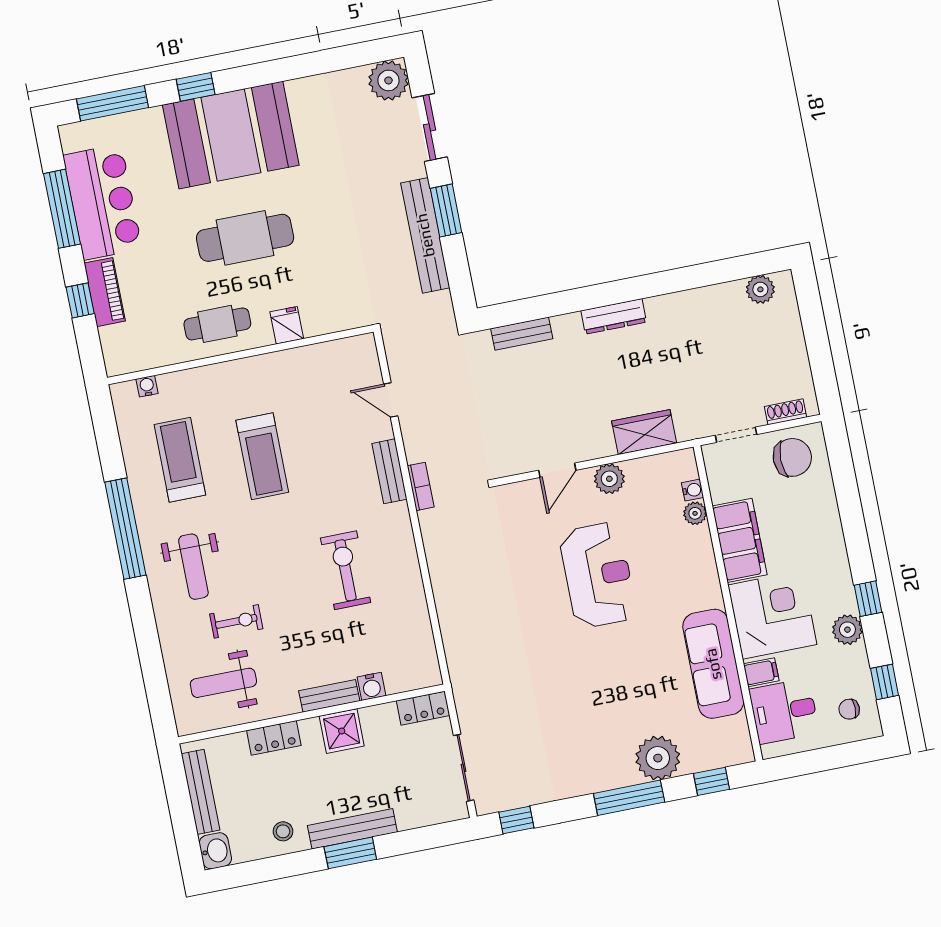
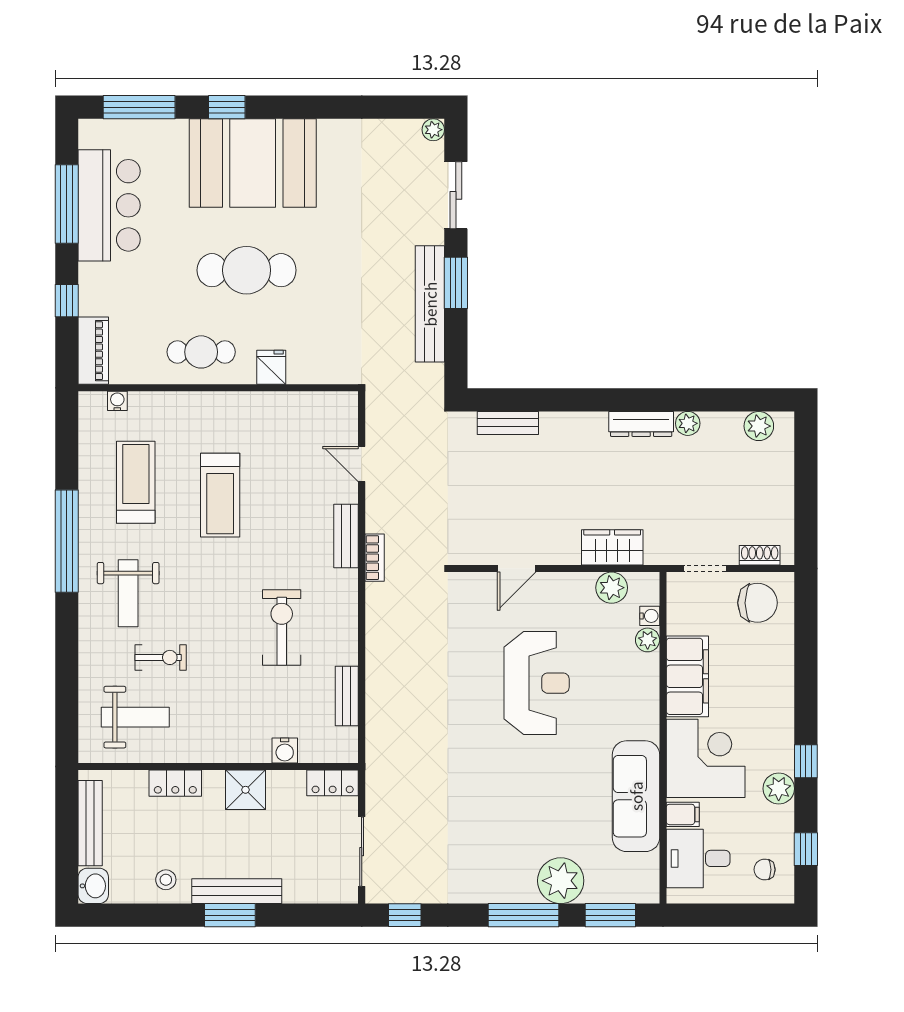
plant: (388, 80) -> (433, 130), width x0.53, depth x0.53
piano: (105, 292) -> (93, 351), moved
plant: (693, 300) -> (688, 423), added
dresser: (614, 316) -> (641, 424), moved
plant: (609, 479) -> (612, 588), moved
weight bench: (223, 683) -> (135, 717), turned 180
bench: (329, 696) -> (347, 696), moved, turned 90
window: (712, 781) -> (610, 915), width x1.50

